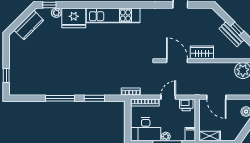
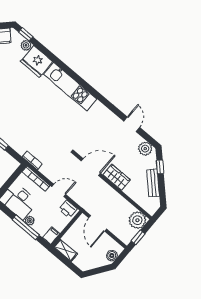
plant: (205, 14) -> (145, 149), added
window: (237, 29) -> (160, 167), moved
door: (177, 61) -> (91, 167), hinge flipped

